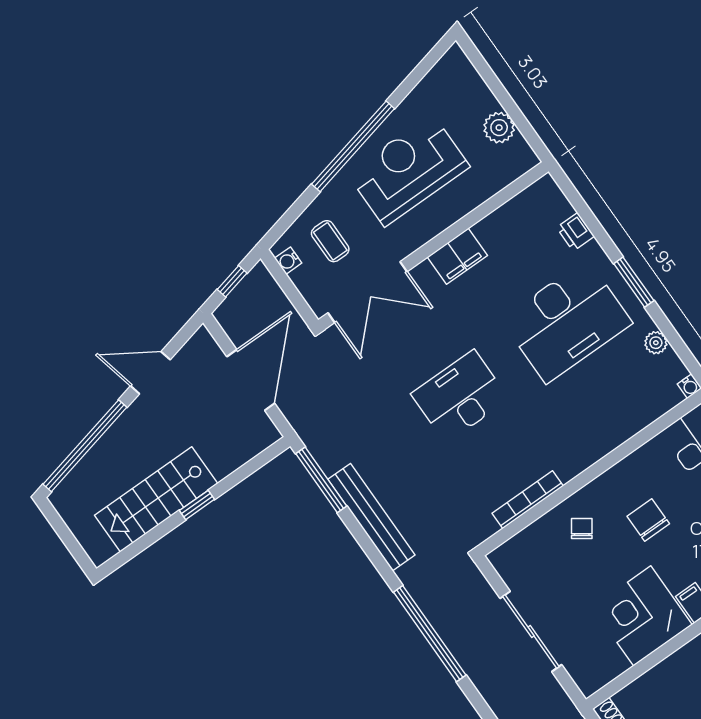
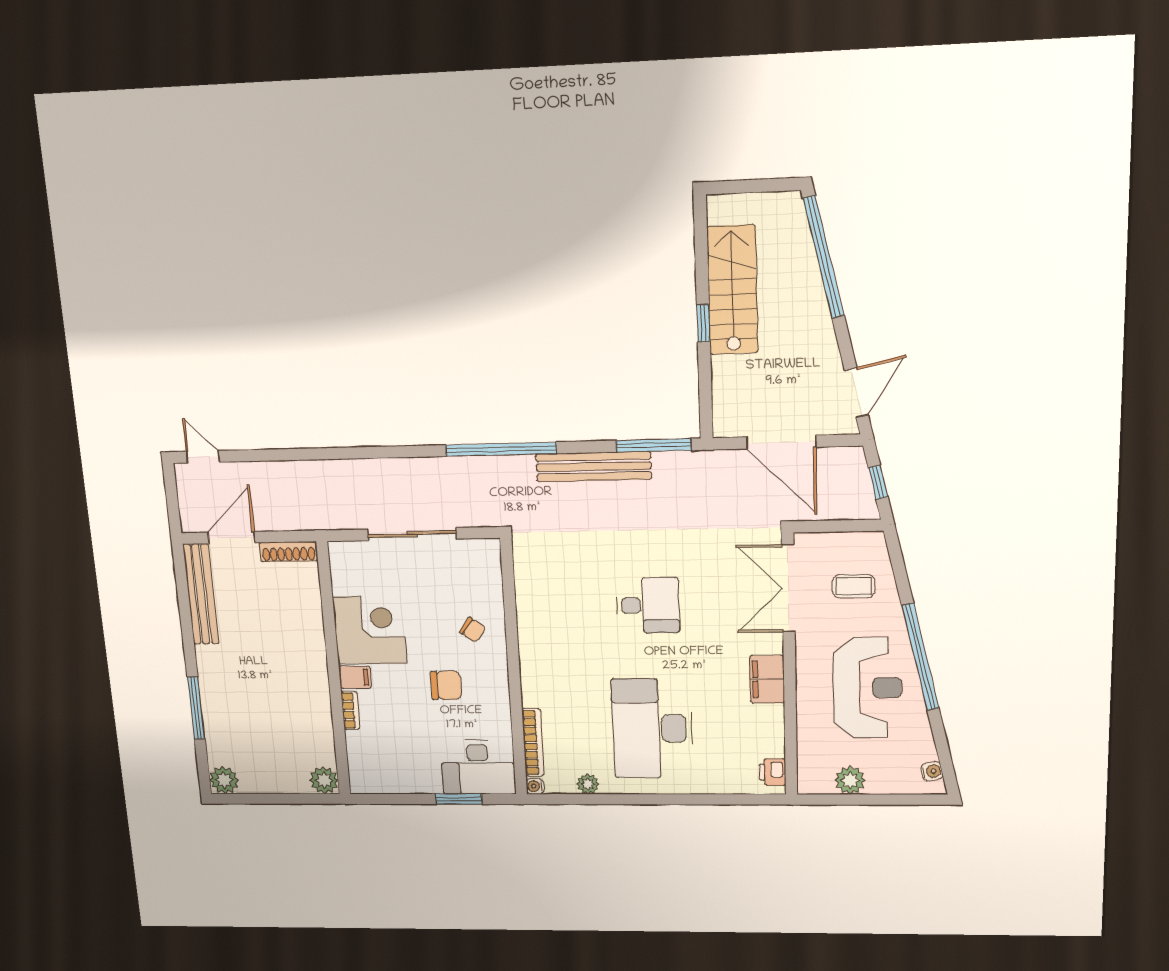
printer: (575, 232) -> (772, 772), moved, turned -90
water cooler: (288, 261) -> (932, 771), moved, turned 77
window: (634, 282) -> (649, 799), removed
door: (150, 373) -> (856, 393), moved
desk: (460, 396) -> (648, 605), width x0.73
bookcase: (528, 500) -> (533, 742), moved
window: (430, 634) -> (501, 449), moved

